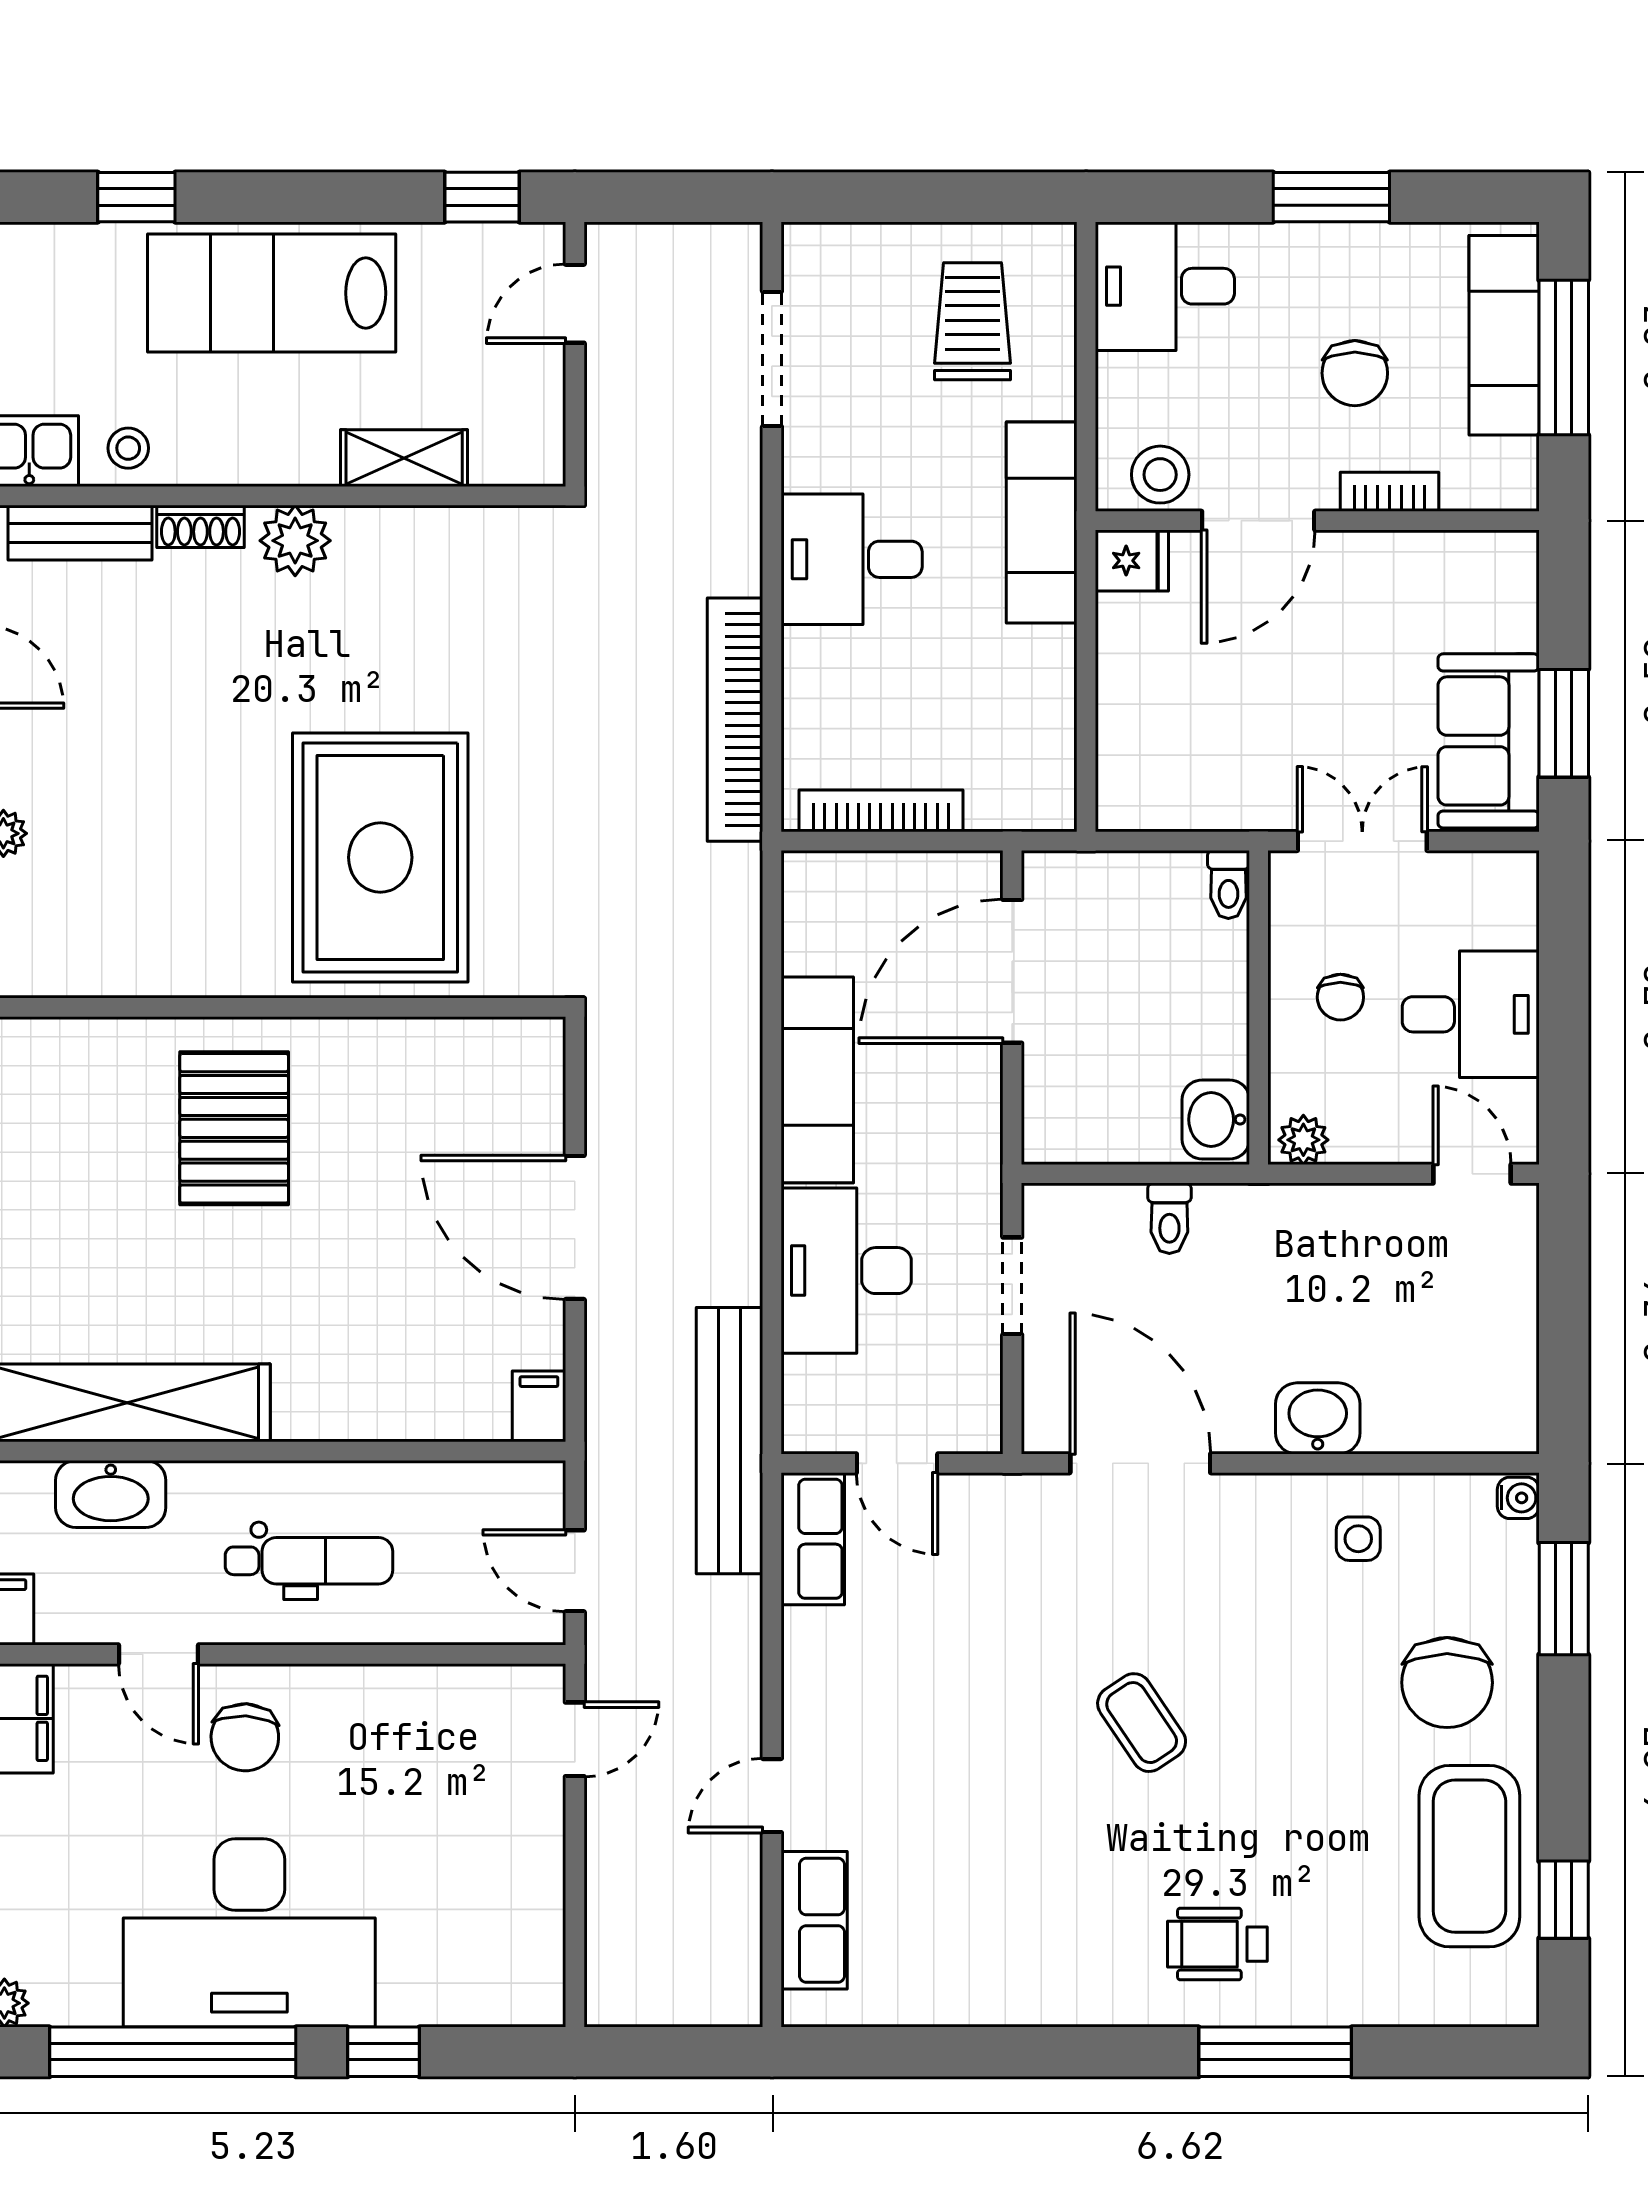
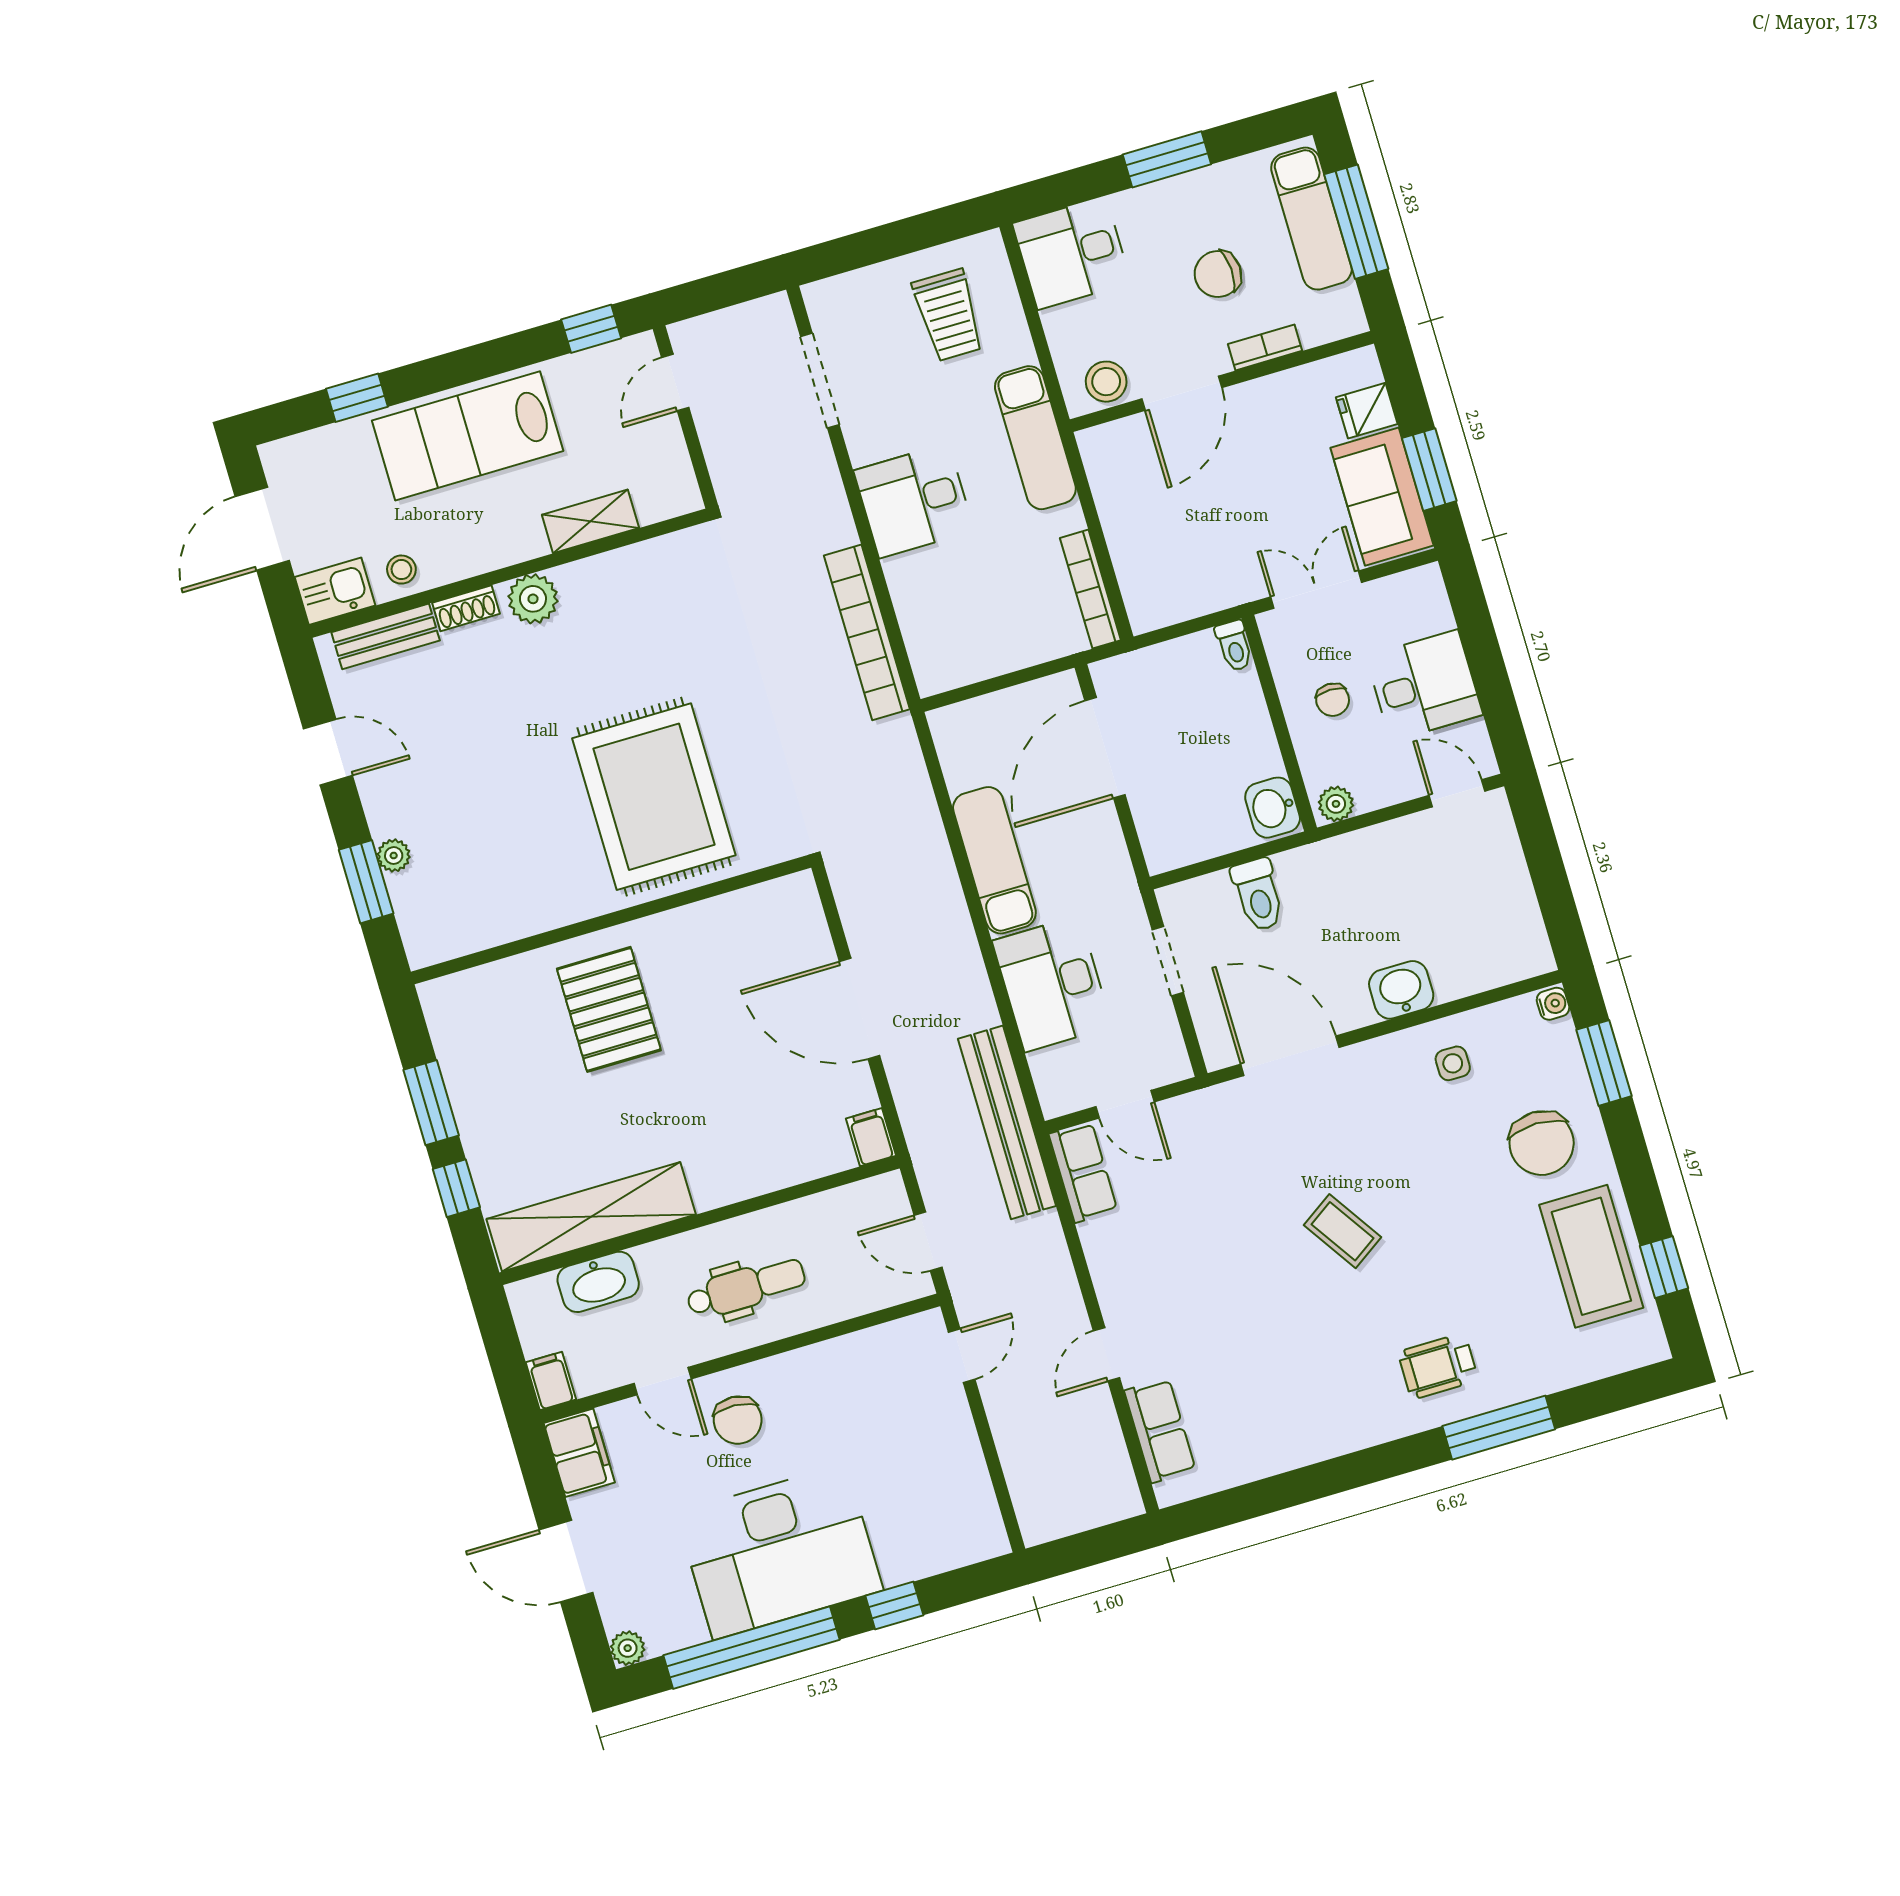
trolley: (972, 321) -> (948, 315), turned 180
chair: (1355, 373) -> (1218, 274), turned 87
fridge: (1132, 561) -> (1367, 411), moved, turned 180
bookcase: (881, 811) -> (1090, 589), moved, turned -90
toilet: (1169, 1218) -> (1258, 895), width x1.37, depth x1.39

